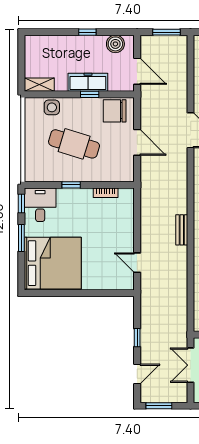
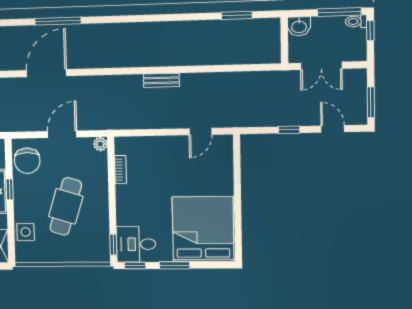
plant: (128, 176) -> (100, 144), added
window: (71, 185) -> (113, 245), moved

